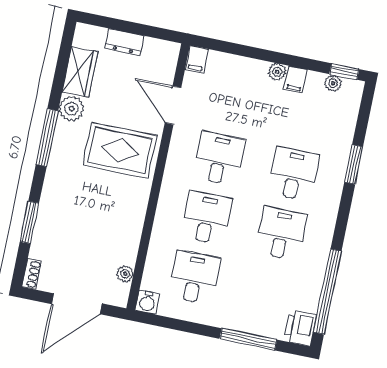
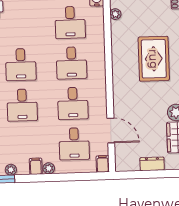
desk: (231, 99) -> (74, 144), added
rug: (120, 150) -> (154, 59), moved, turned 90

